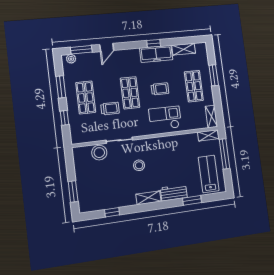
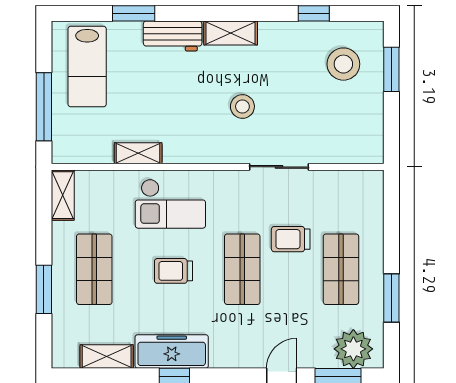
plant: (71, 59) -> (353, 349), width x1.88, depth x1.88
window: (65, 118) -> (391, 230), removed
shelving: (208, 135) -> (138, 153), moved
stool: (99, 153) -> (343, 64), moved

